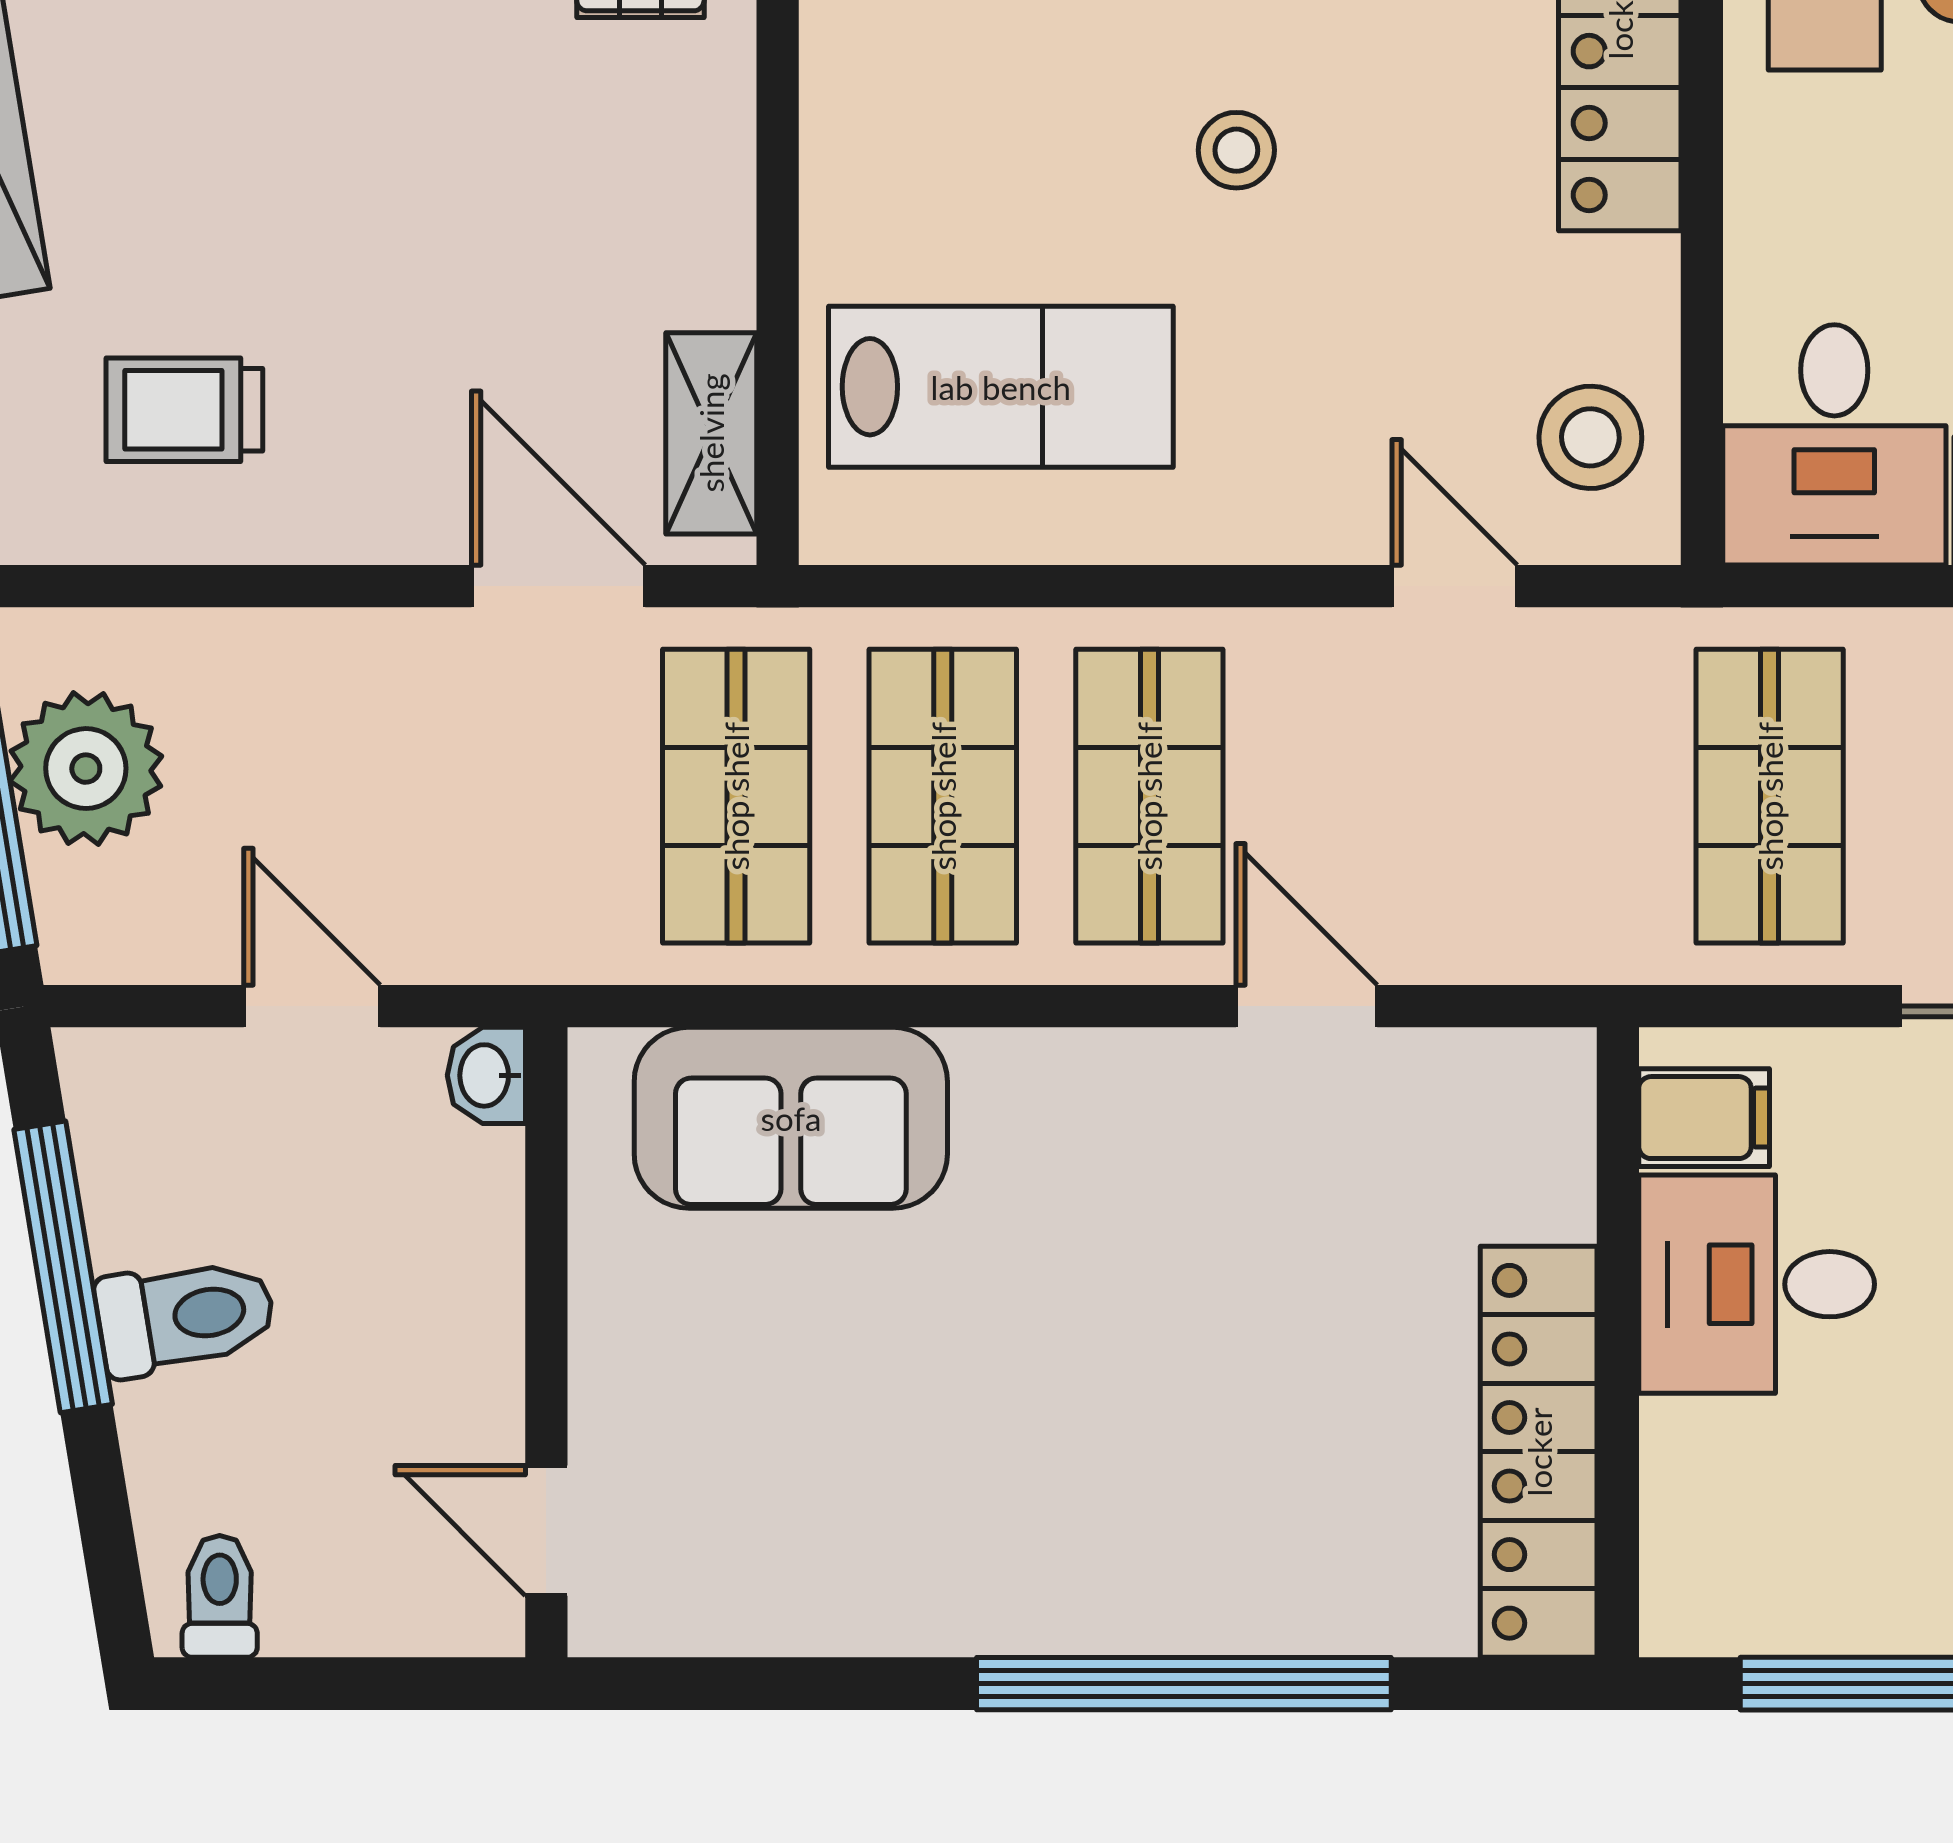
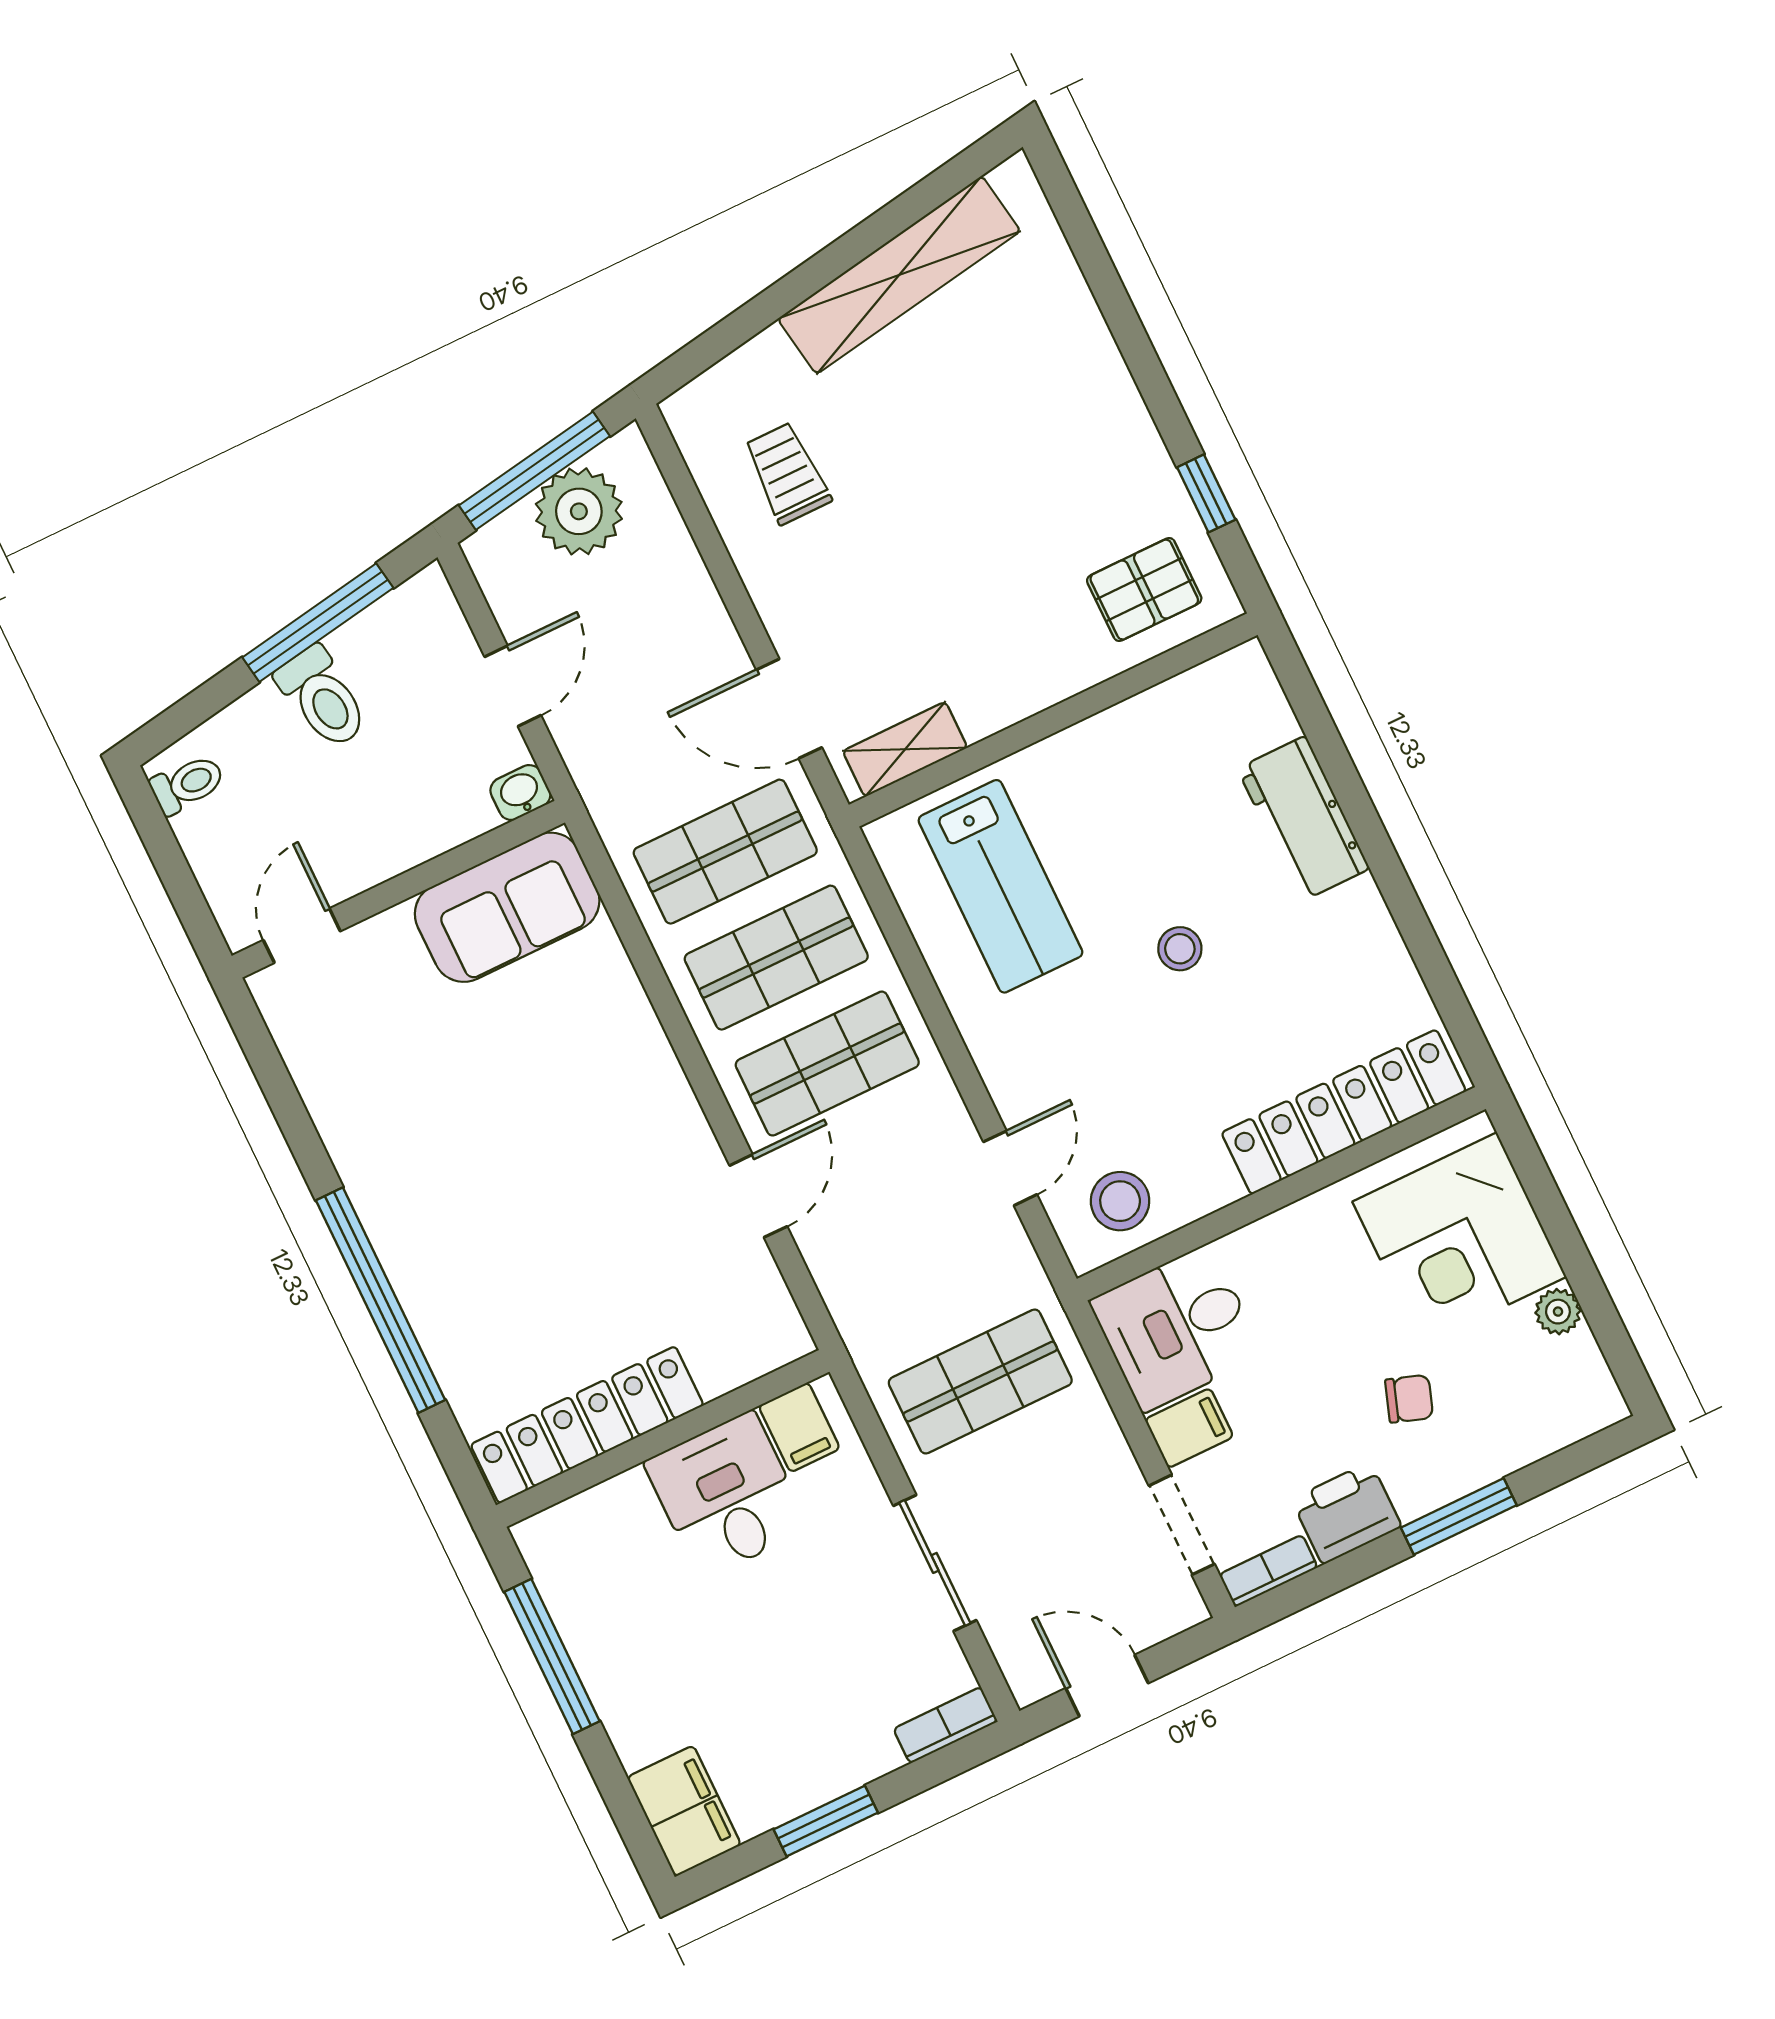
door: (558, 586) -> (789, 709), swing flipped
sofa: (791, 1118) -> (507, 907), moved, turned -90

